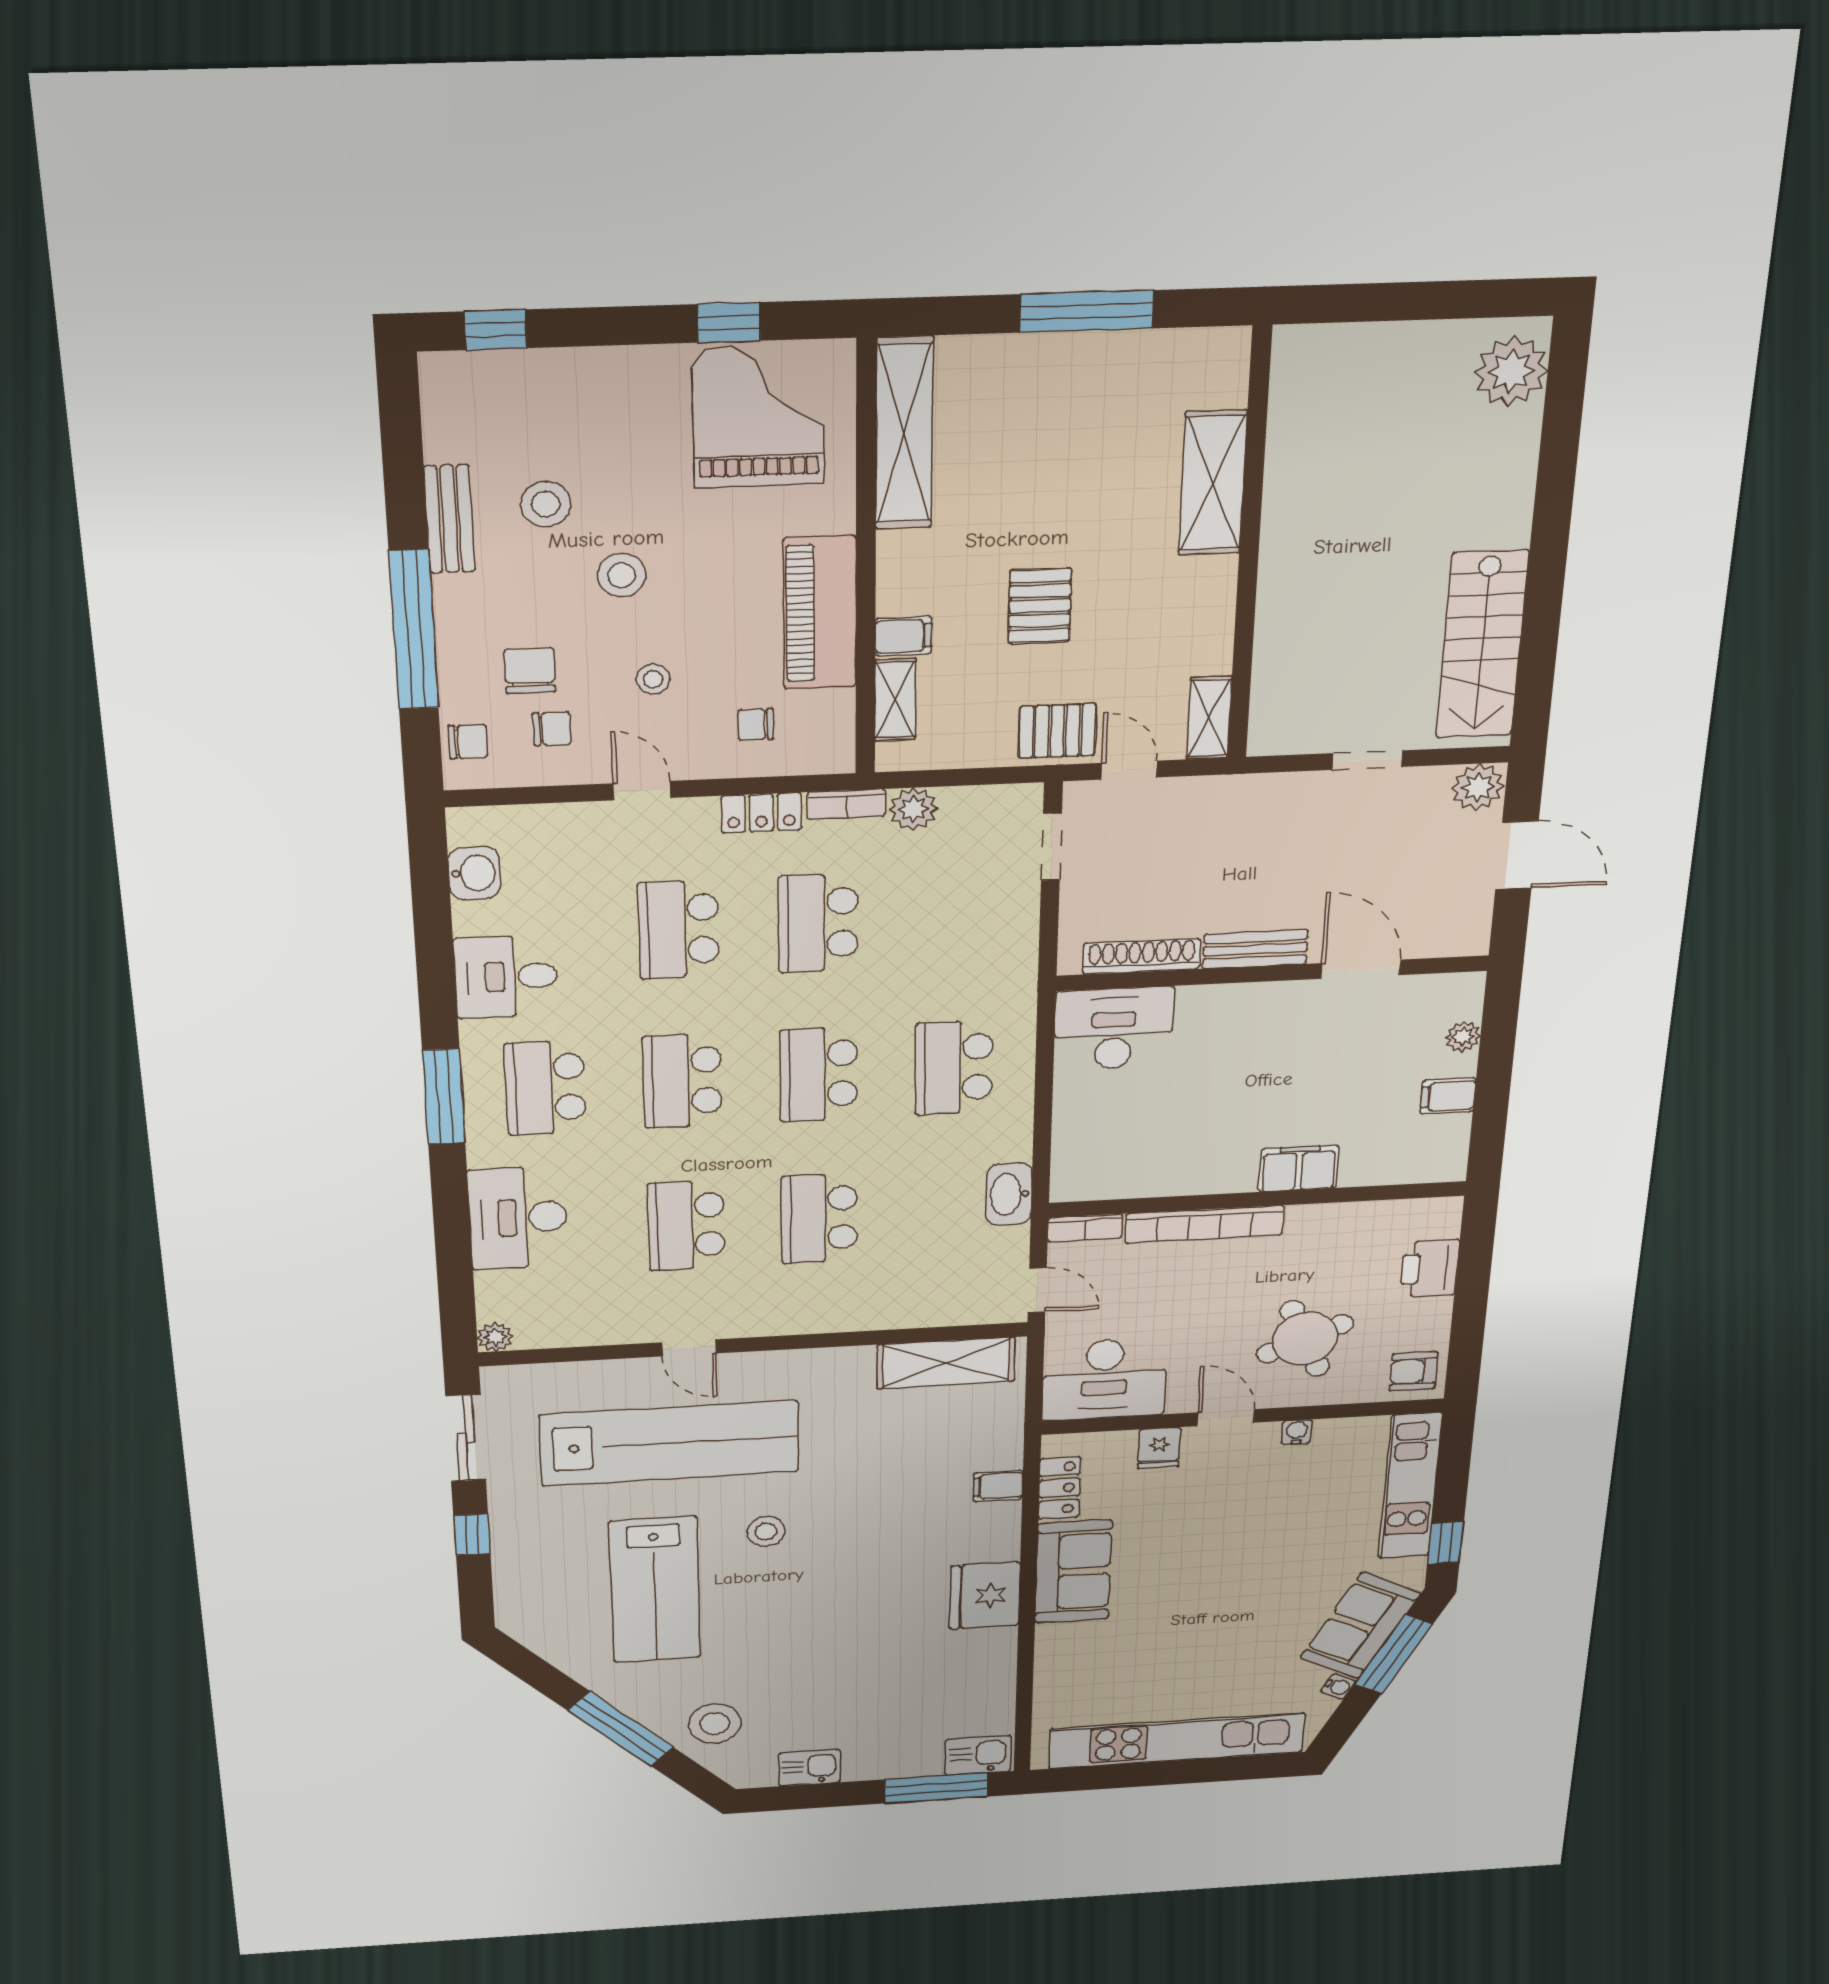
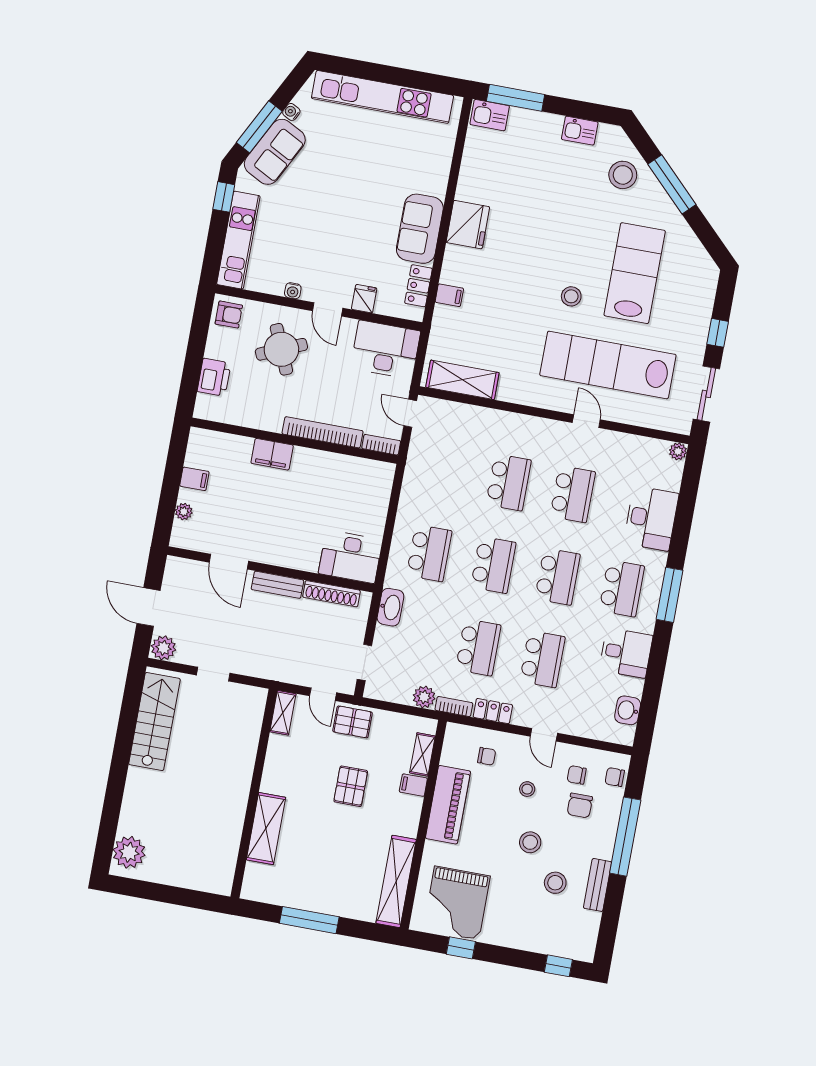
washbasin: (1009, 1194) -> (390, 607), moved

